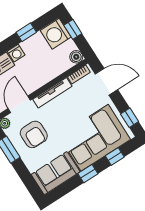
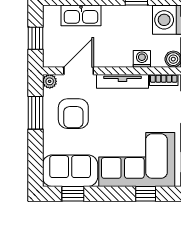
washing machine: (16, 53) -> (142, 59), moved, turned 180
window: (88, 174) -> (73, 194), moved

